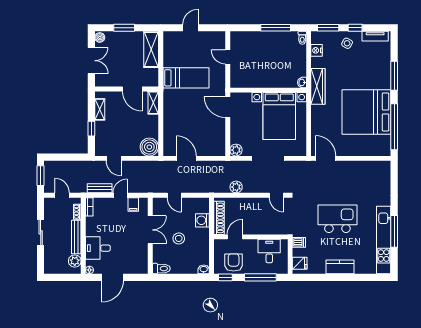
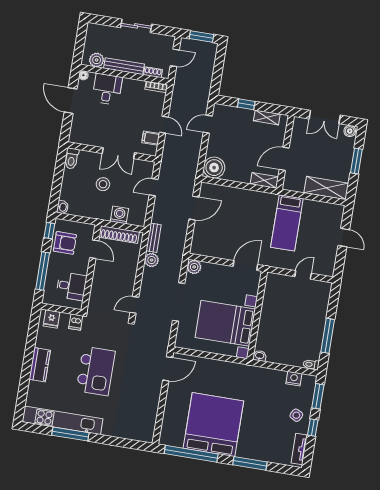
wardrobe: (318, 86) -> (252, 373), removed
bench: (100, 188) -> (154, 238), moved

